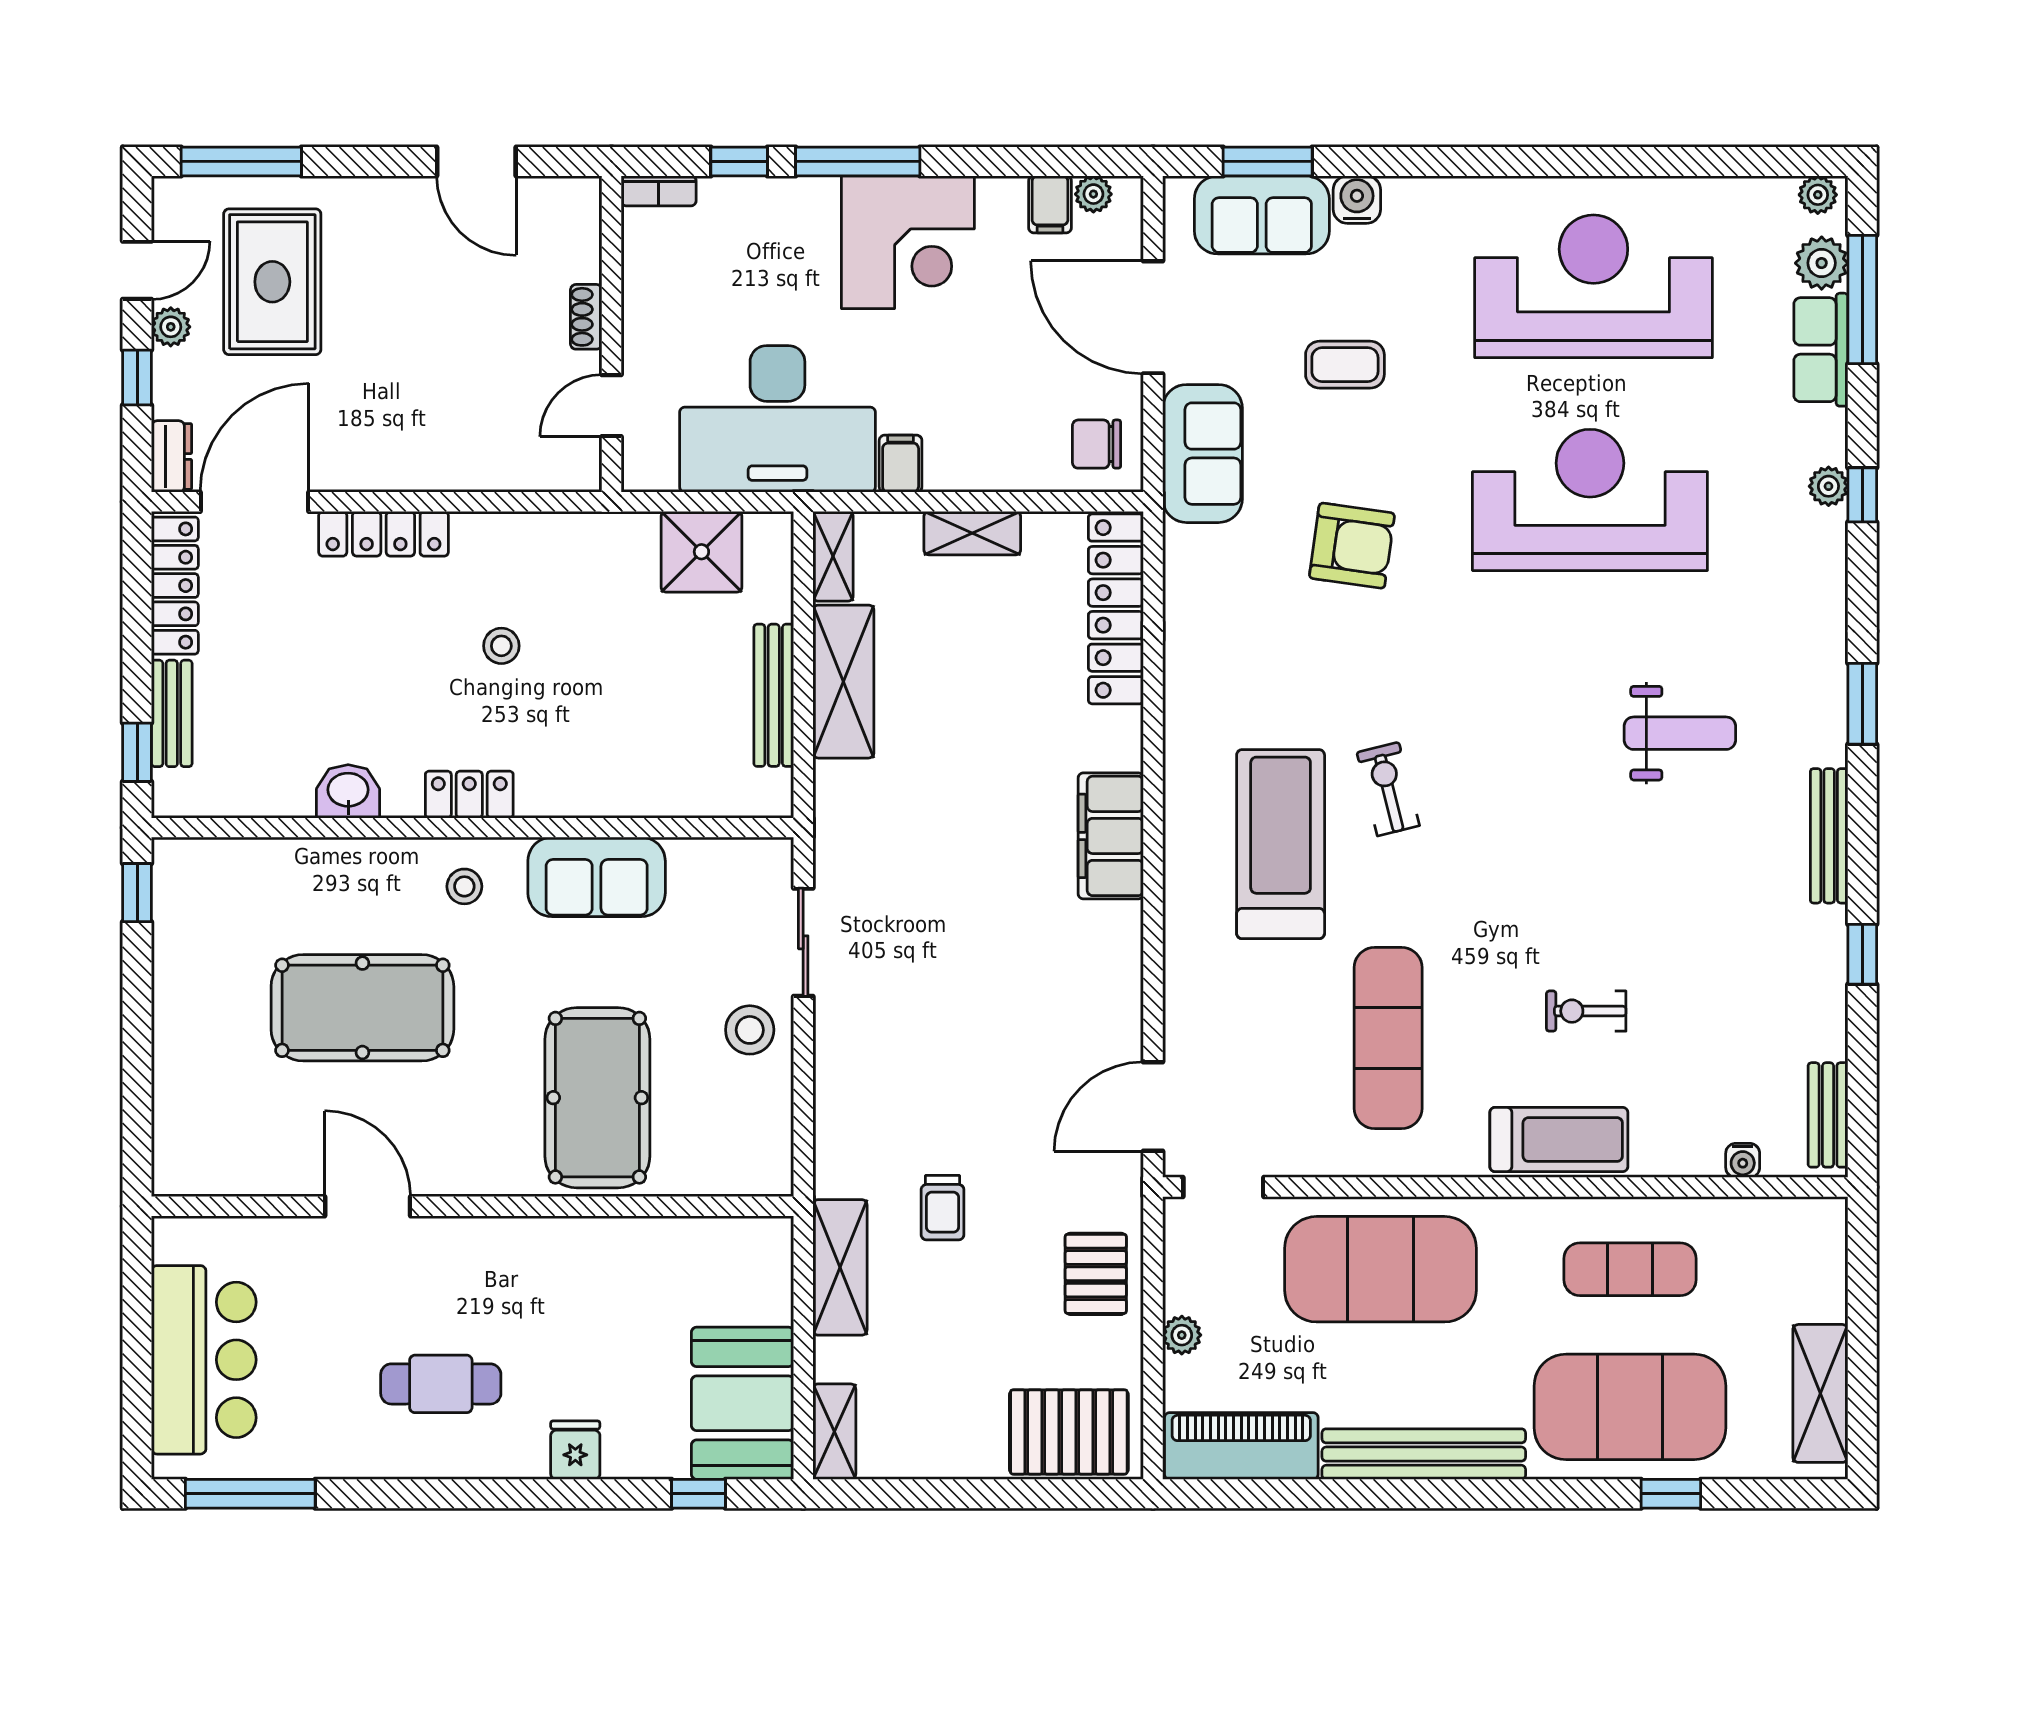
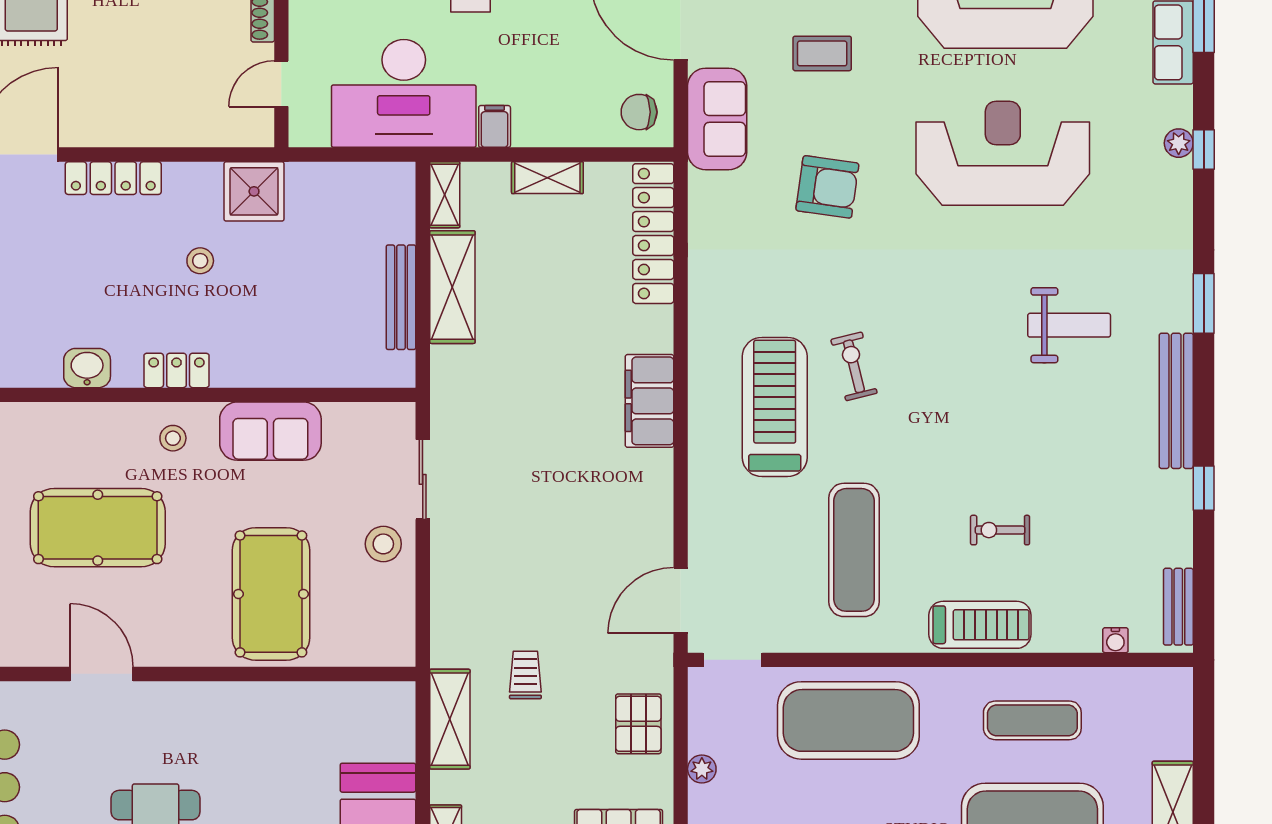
shower: (701, 552) -> (254, 191), moved
bench: (1829, 836) -> (1176, 401), width x1.37, depth x1.21
trolley: (943, 1208) -> (525, 675), turned 180

